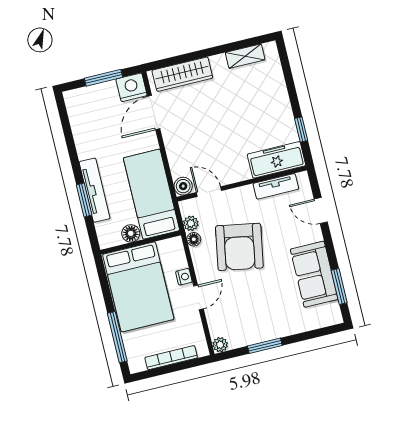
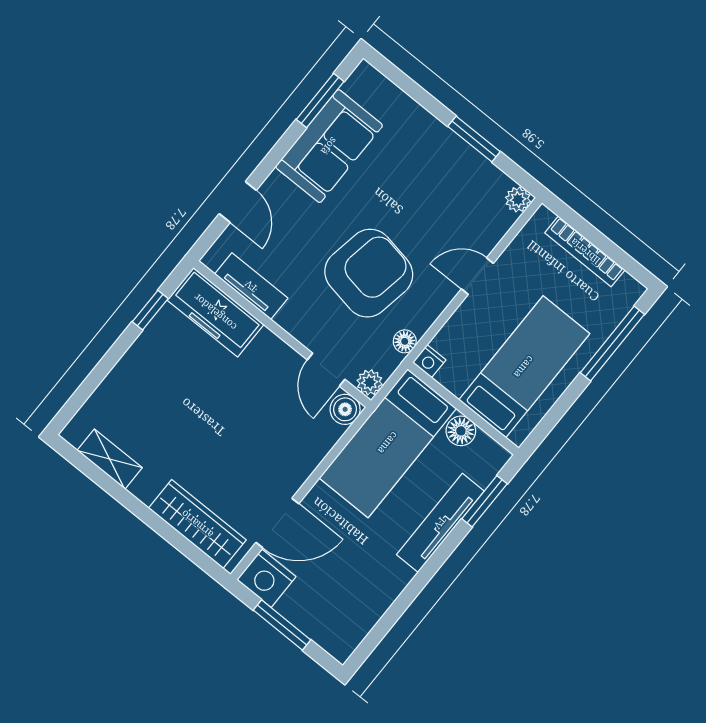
window: (84, 200) -> (485, 501), moved
plant: (191, 223) -> (370, 382), moved
nightstand: (184, 277) -> (429, 361), moved, turned -90
bed: (138, 287) -> (524, 367), width x0.67

